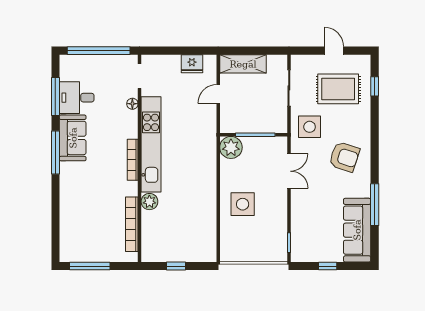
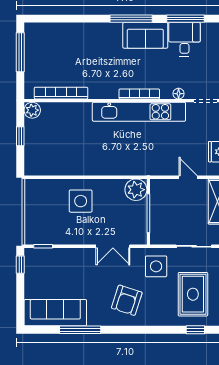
bookcase: (133, 160) -> (139, 94), moved
plant: (149, 202) -> (32, 110), moved
window: (328, 266) -> (20, 265), moved

